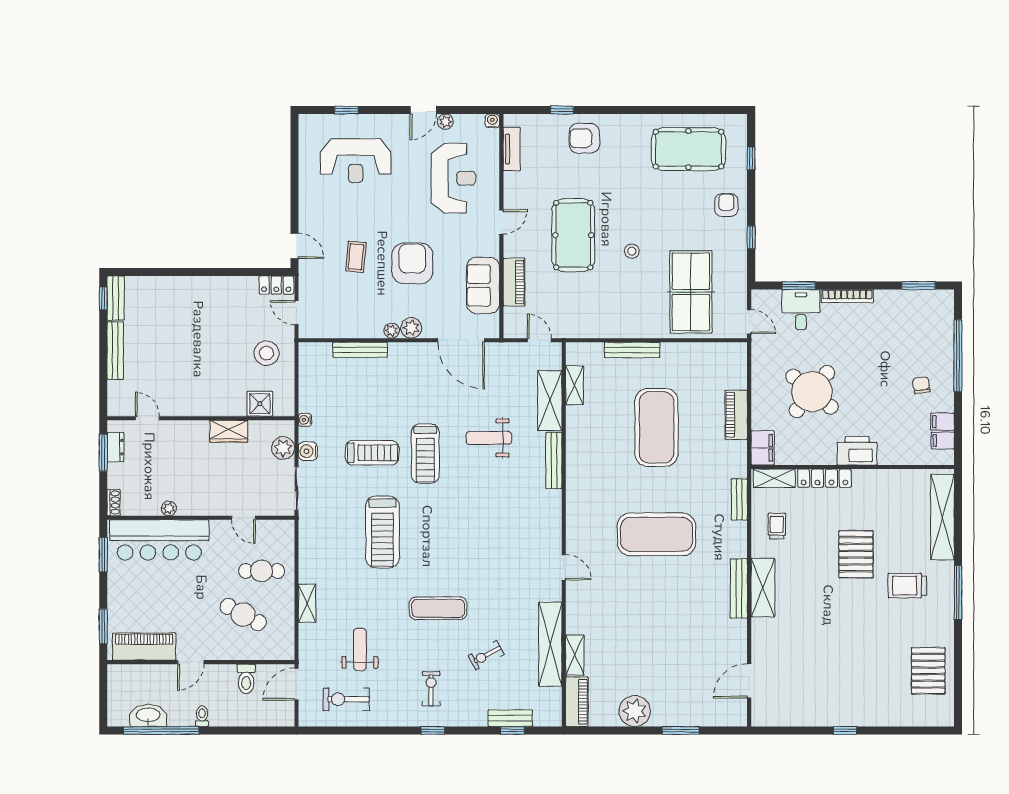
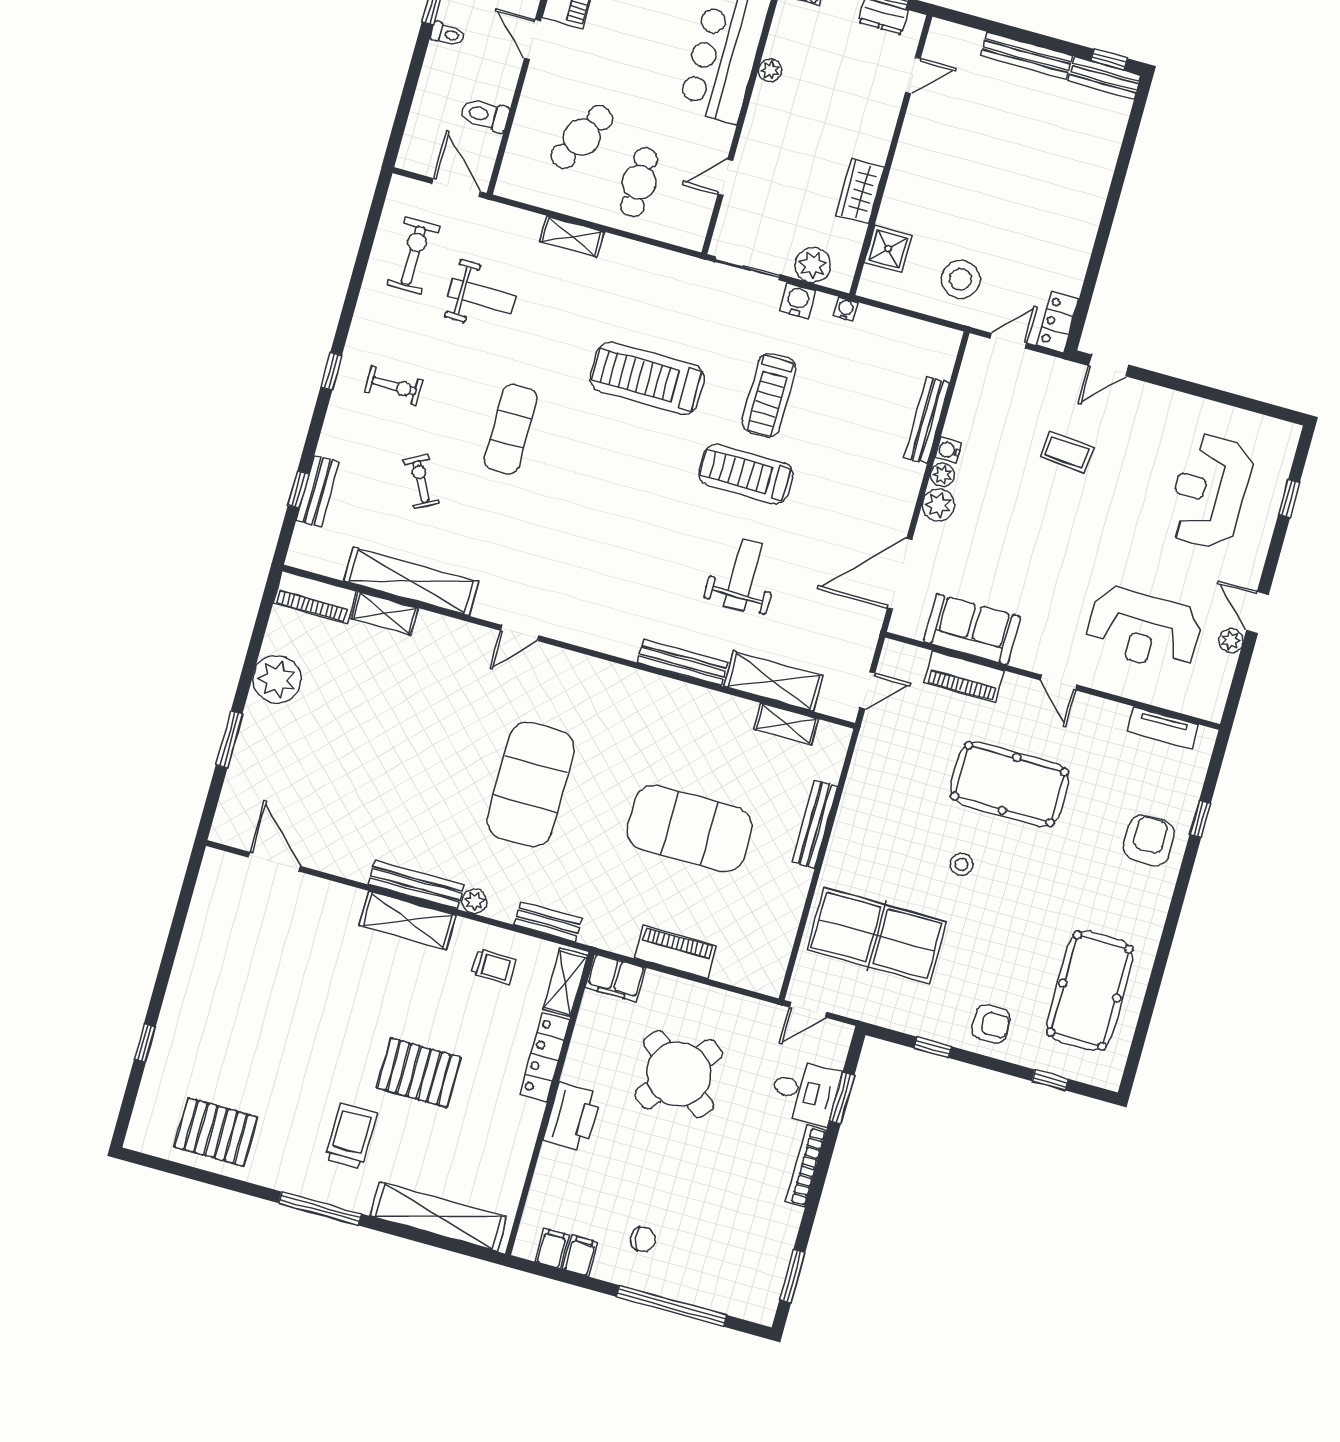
water cooler: (492, 121) -> (948, 450), moved, turned 180
armchair: (412, 263) -> (1034, 533), removed
plant: (739, 549) -> (474, 901), added
window: (845, 730) -> (145, 1043), moved

